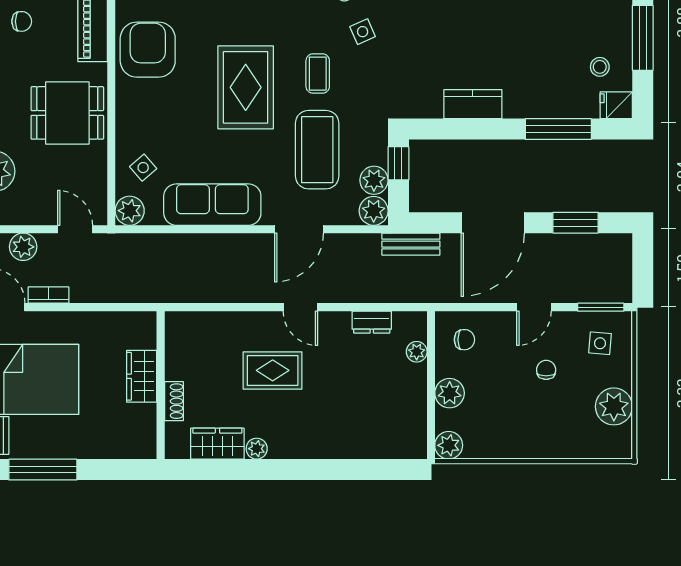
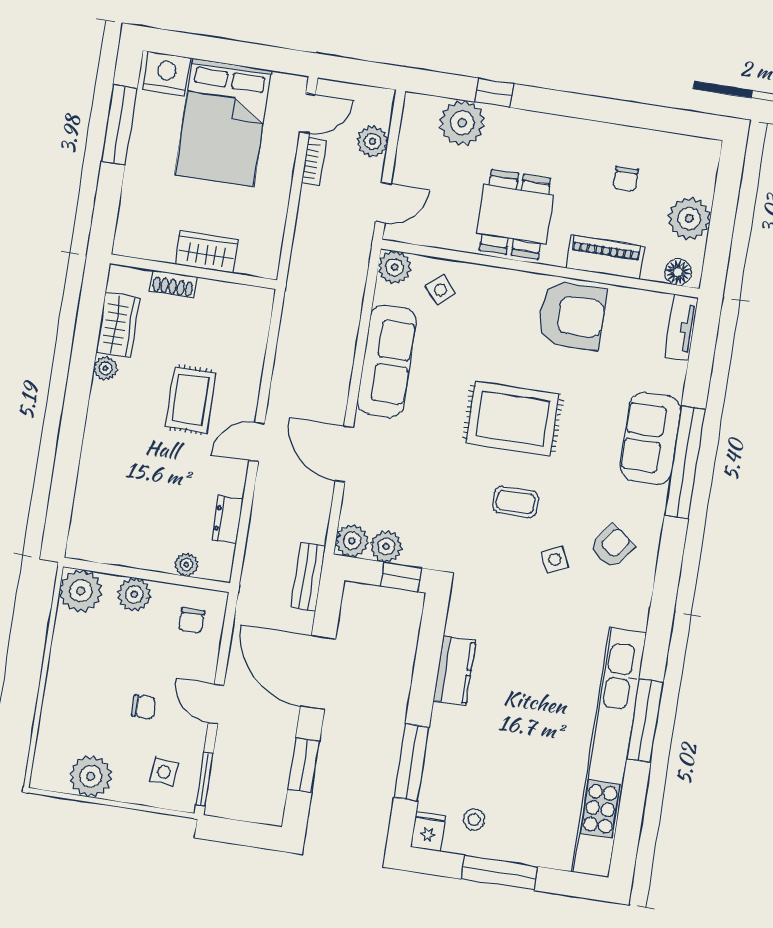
coffee table: (317, 150) -> (430, 488), removed
plant: (449, 445) -> (81, 591), width x1.36, depth x1.36

